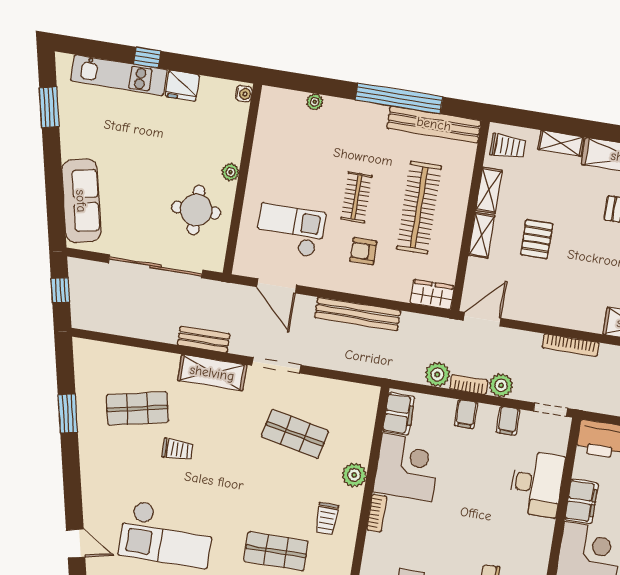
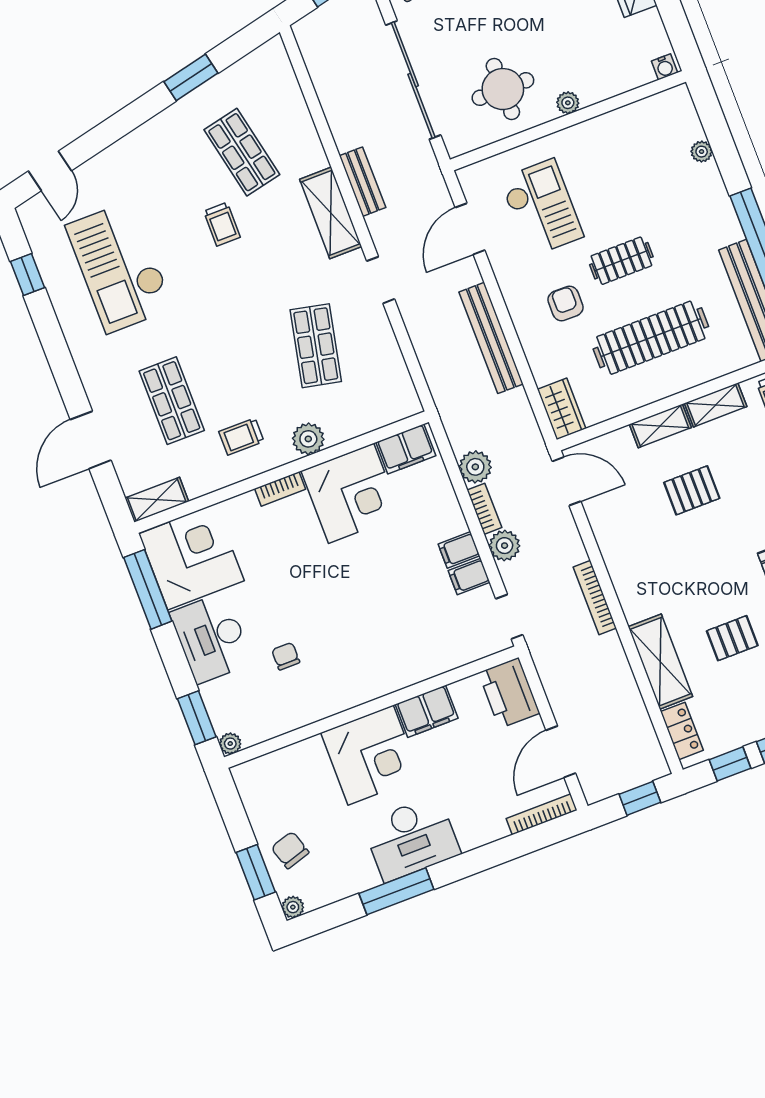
doorway: (276, 365) -> (381, 280), width x0.73
filing cabinet: (466, 414) -> (459, 550), moved
desk: (537, 484) -> (417, 650), removed

